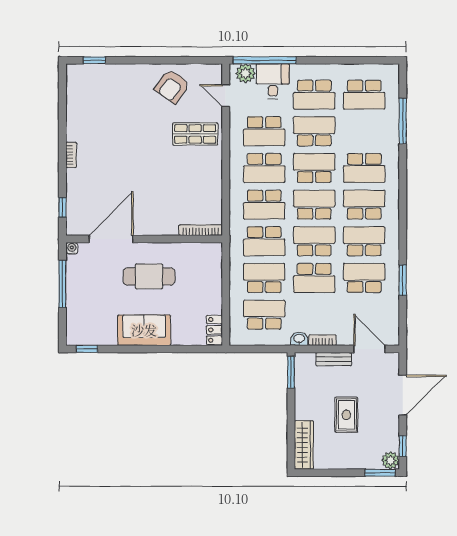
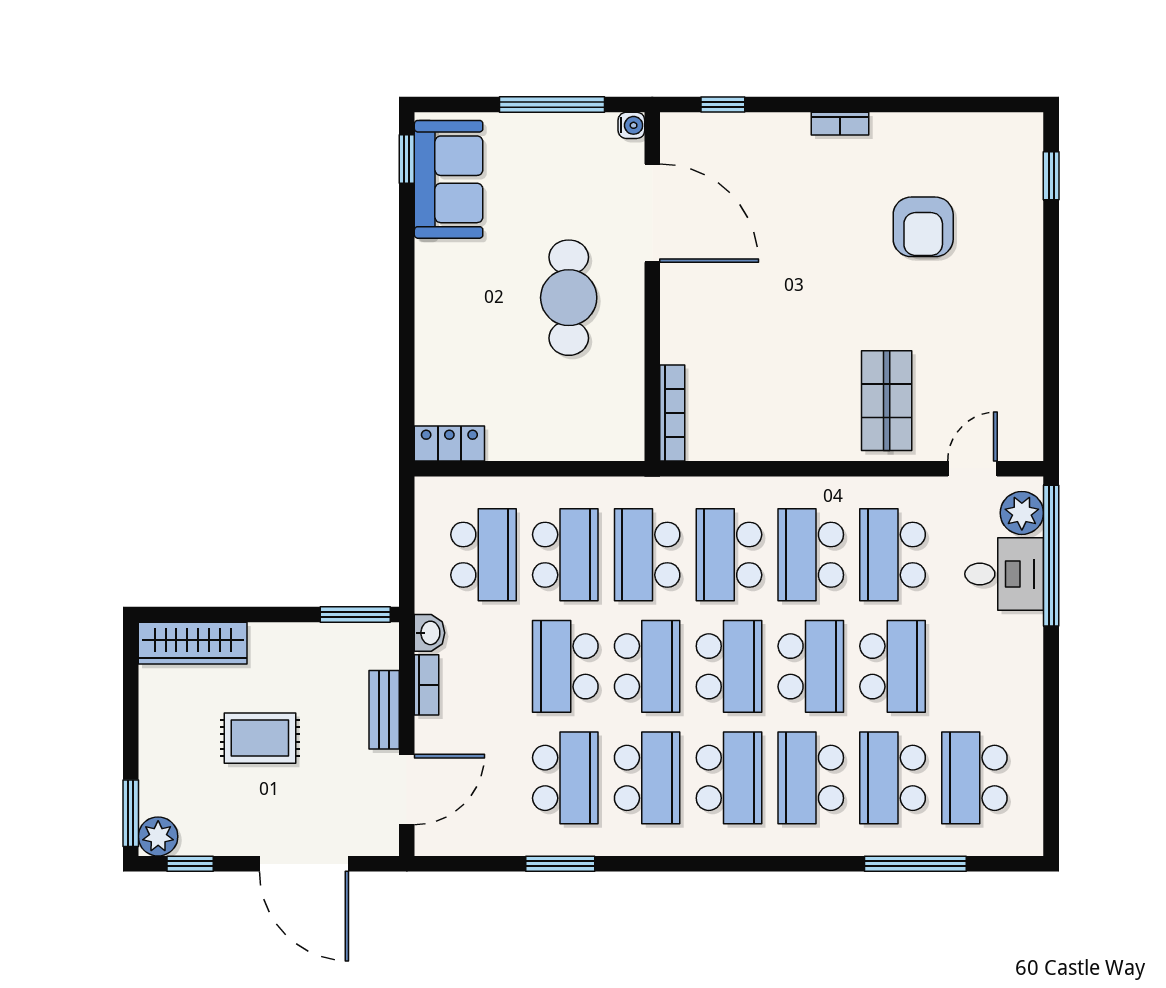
armchair: (172, 86) -> (923, 227), moved, turned -125
school desk: (314, 95) -> (893, 778), moved
sofa: (144, 330) -> (449, 179), moved

